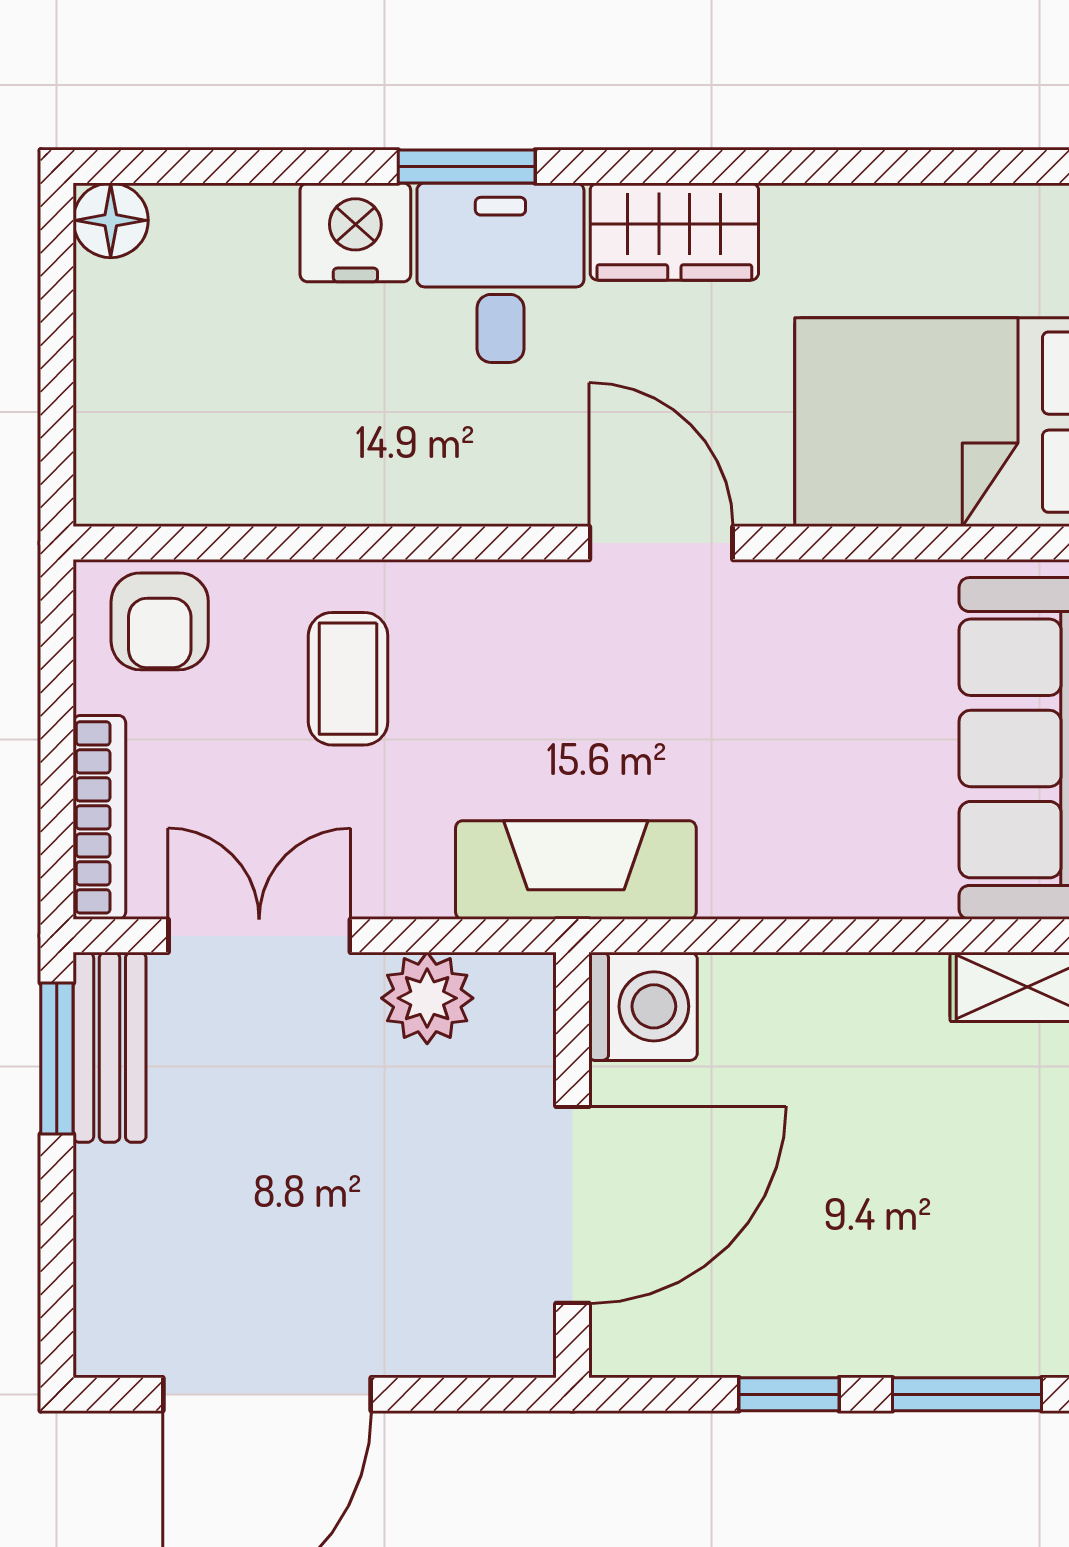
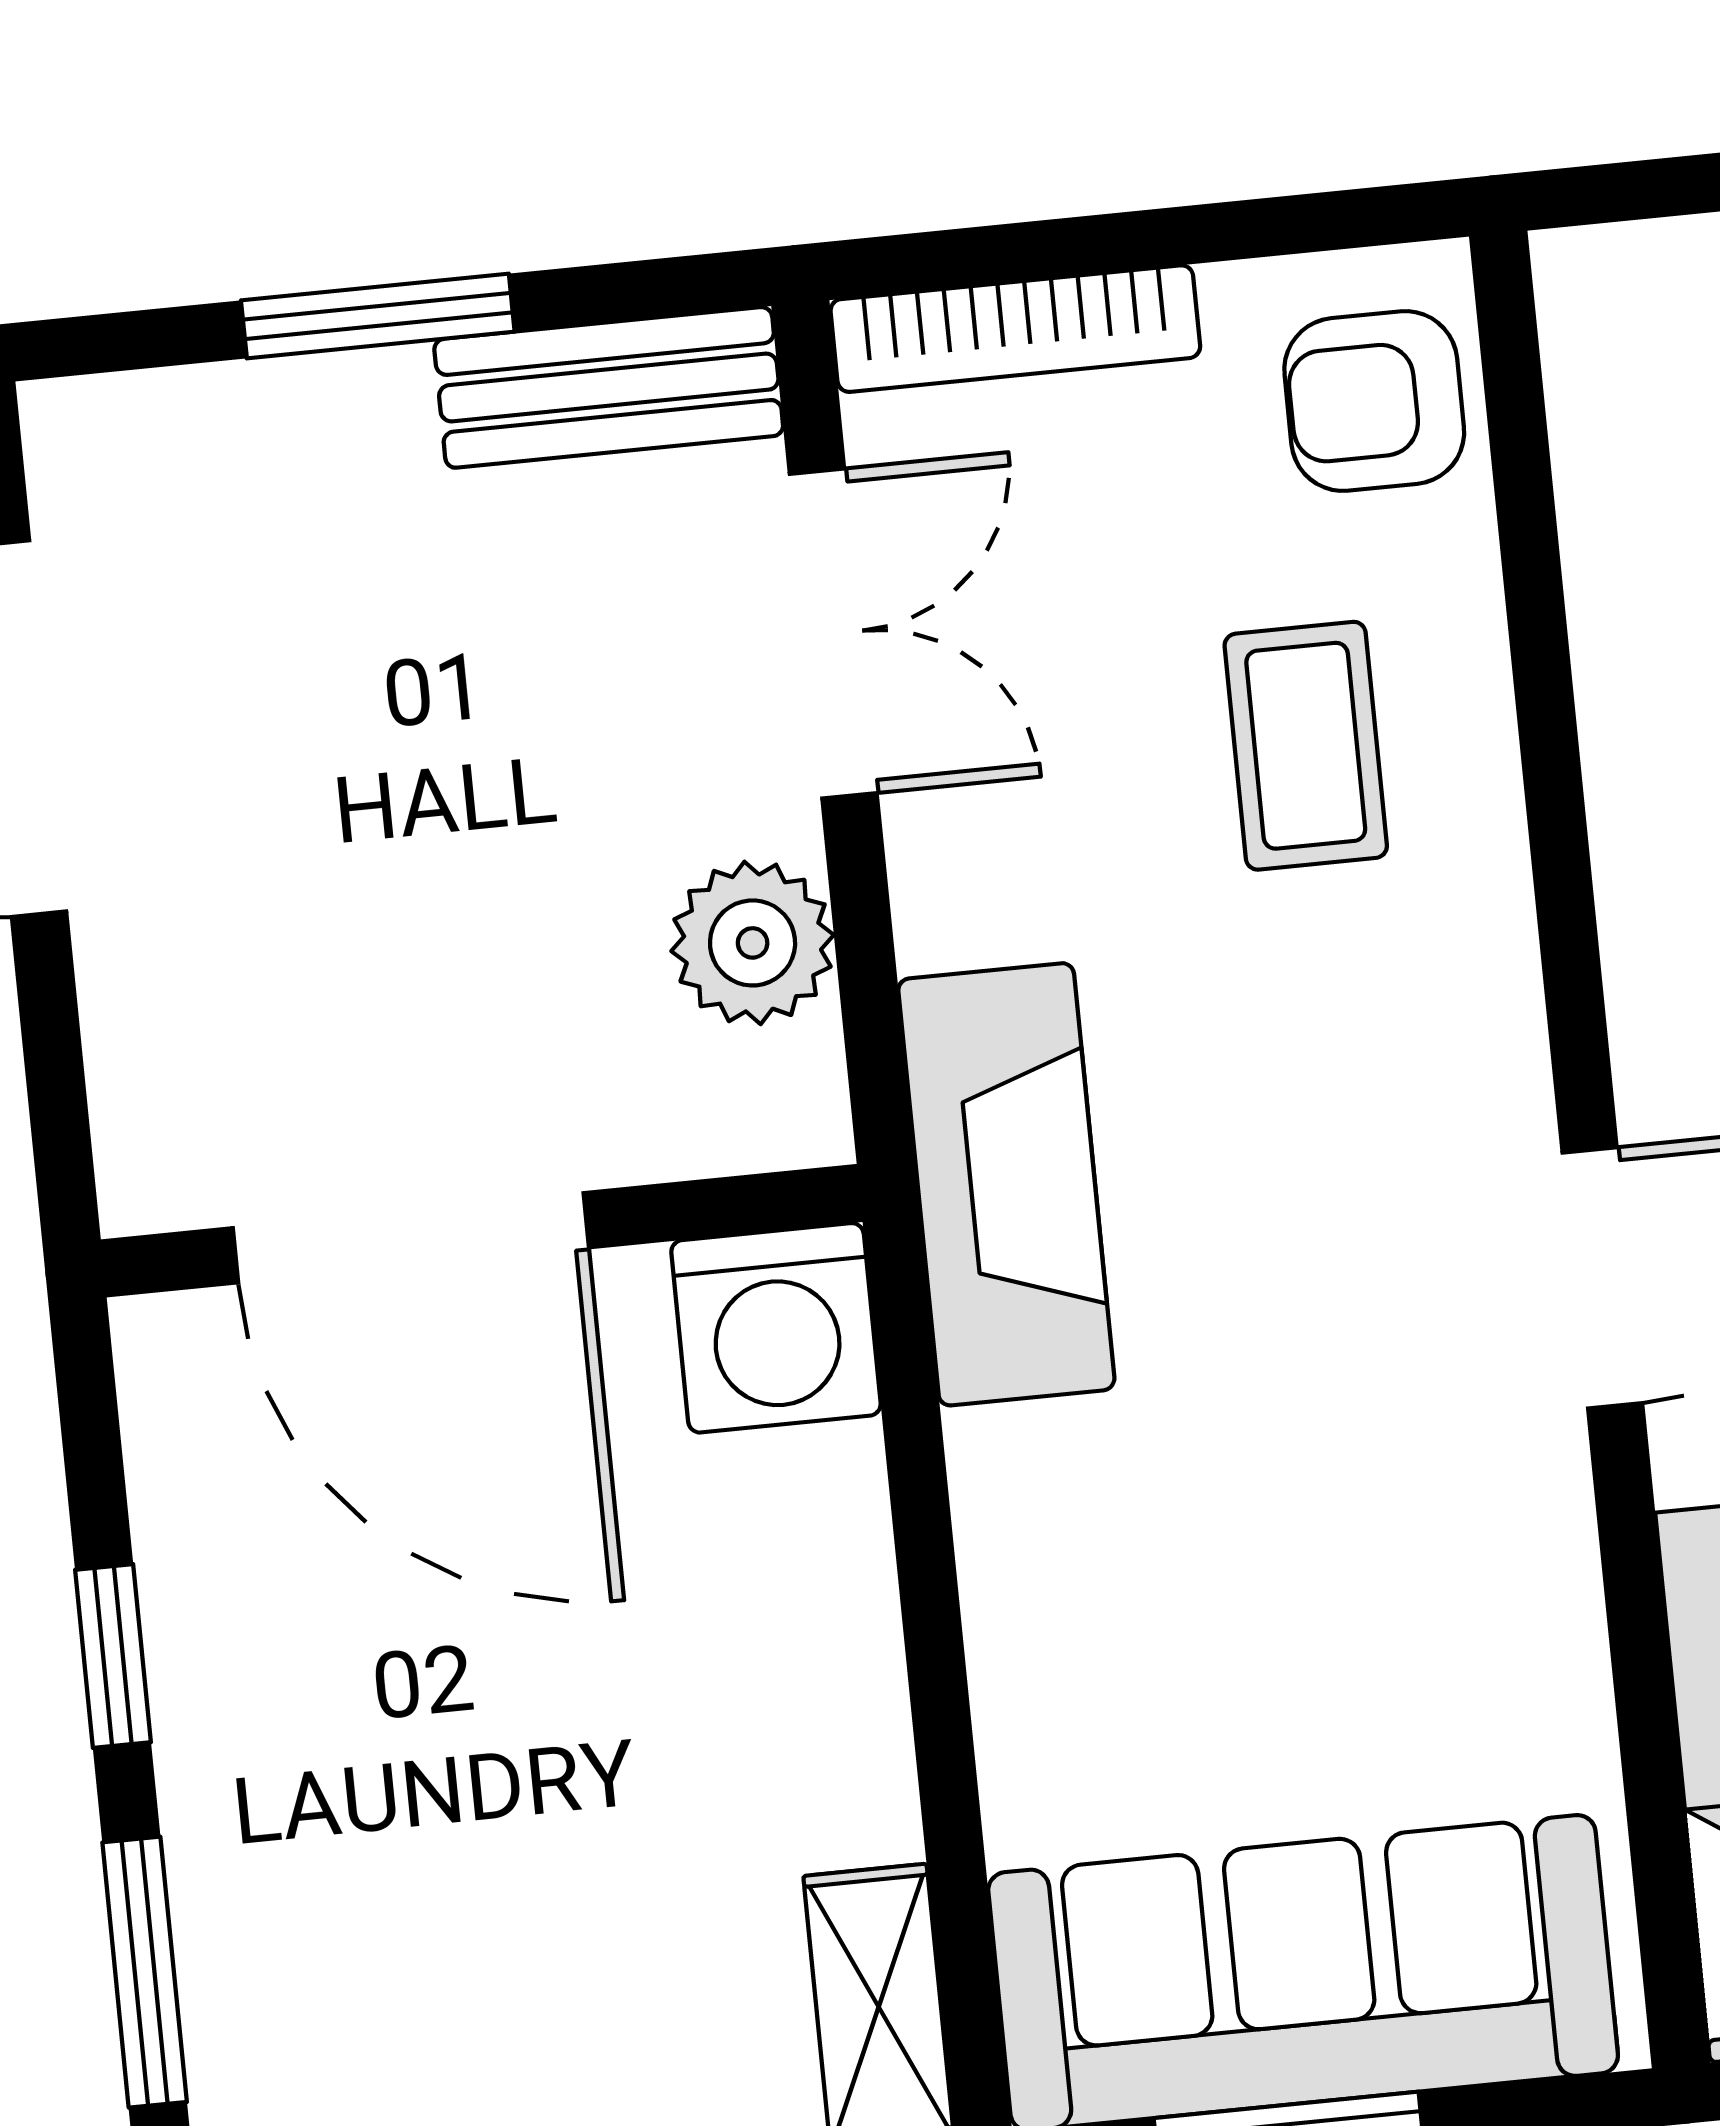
coffee table: (348, 679) -> (1306, 746), turned 90
window: (57, 1059) -> (378, 316), moved

